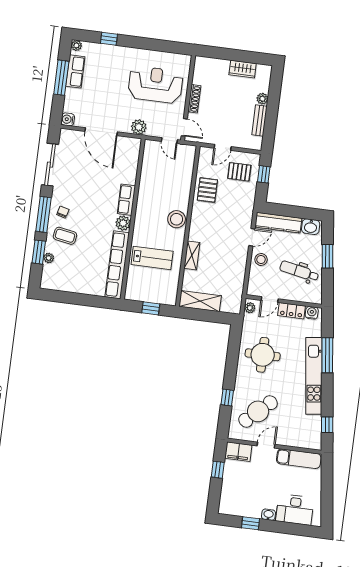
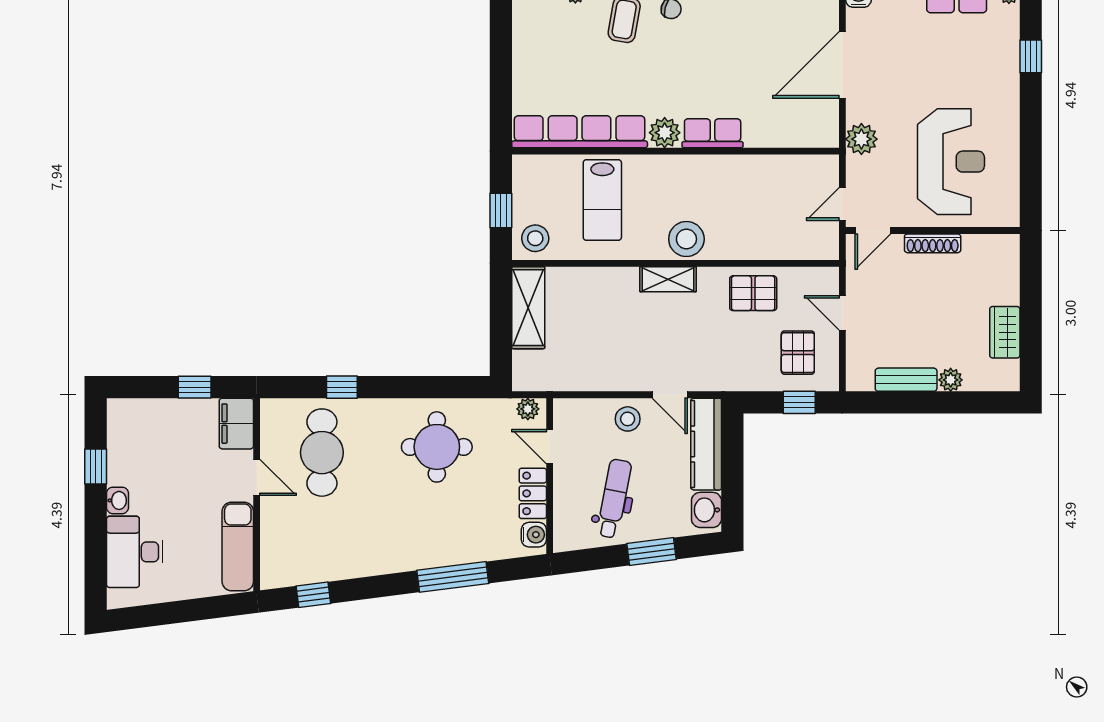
shelving: (192, 255) -> (668, 279), moved
stool: (167, 293) -> (535, 238), added
kitchen unit: (314, 376) -> (408, 555), removed
cafe table: (258, 411) -> (322, 453), turned 43

